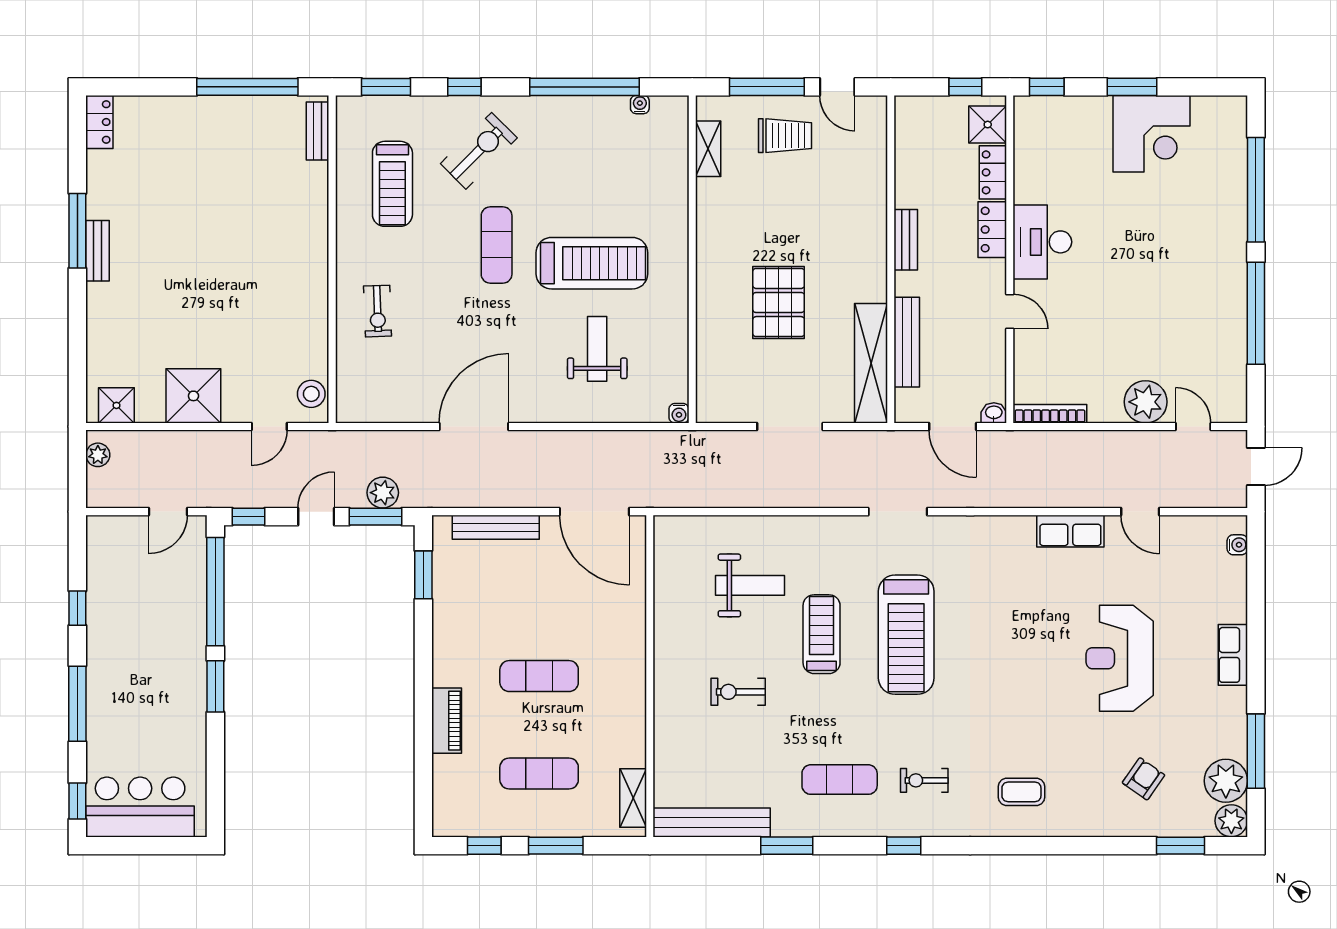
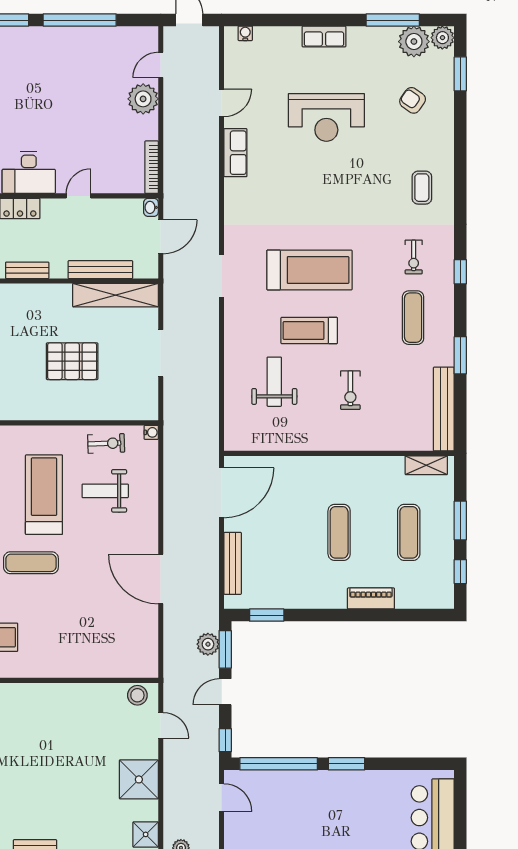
exercise bike: (378, 311) -> (106, 443), moved
door: (316, 517) -> (225, 692), hinge flipped

